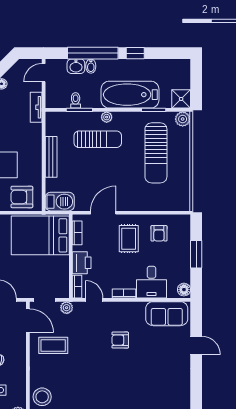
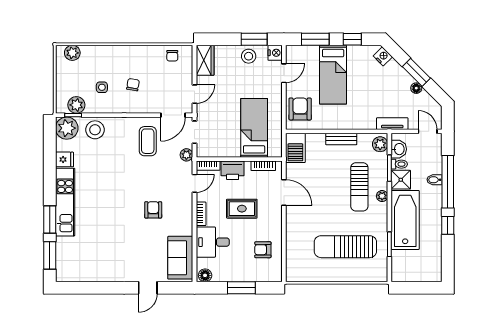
washbasin: (76, 66) -> (399, 149), moved, turned 180
shower: (181, 99) -> (401, 180), moved
plant: (183, 119) -> (380, 144), moved
bench: (51, 157) -> (341, 139), width x0.73
bed: (40, 235) -> (254, 128), width x0.67
rug: (129, 239) -> (242, 209), moved

